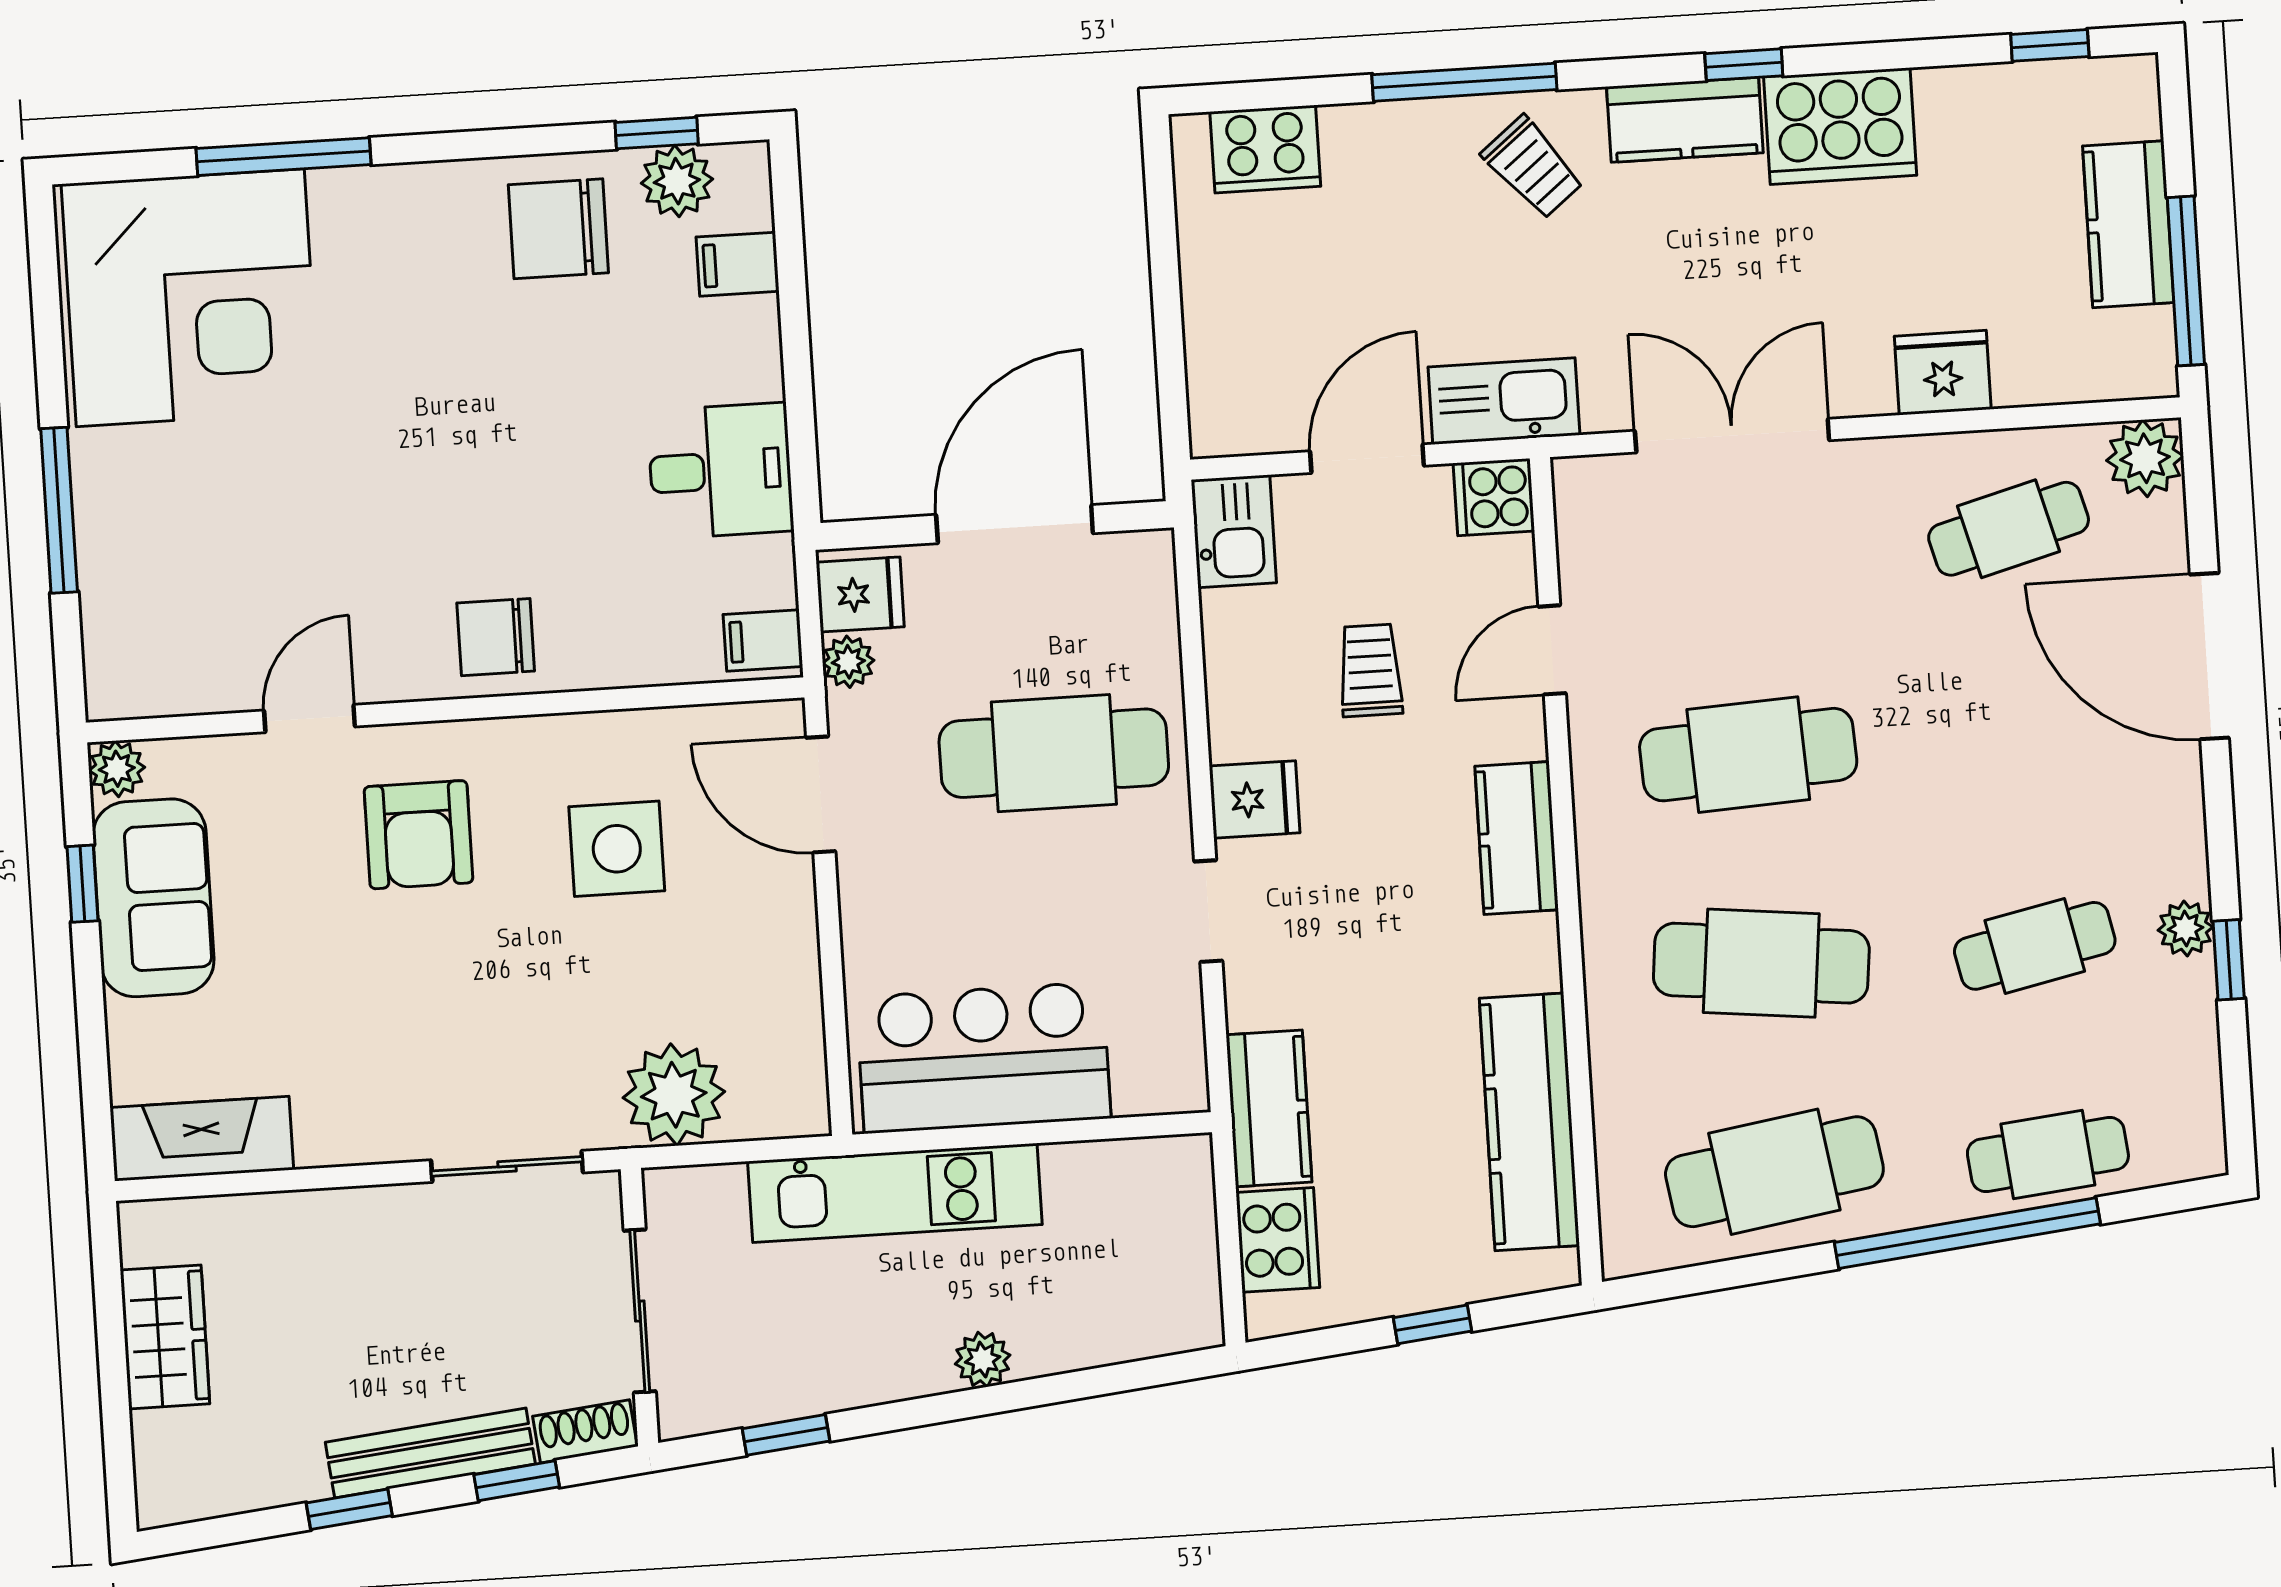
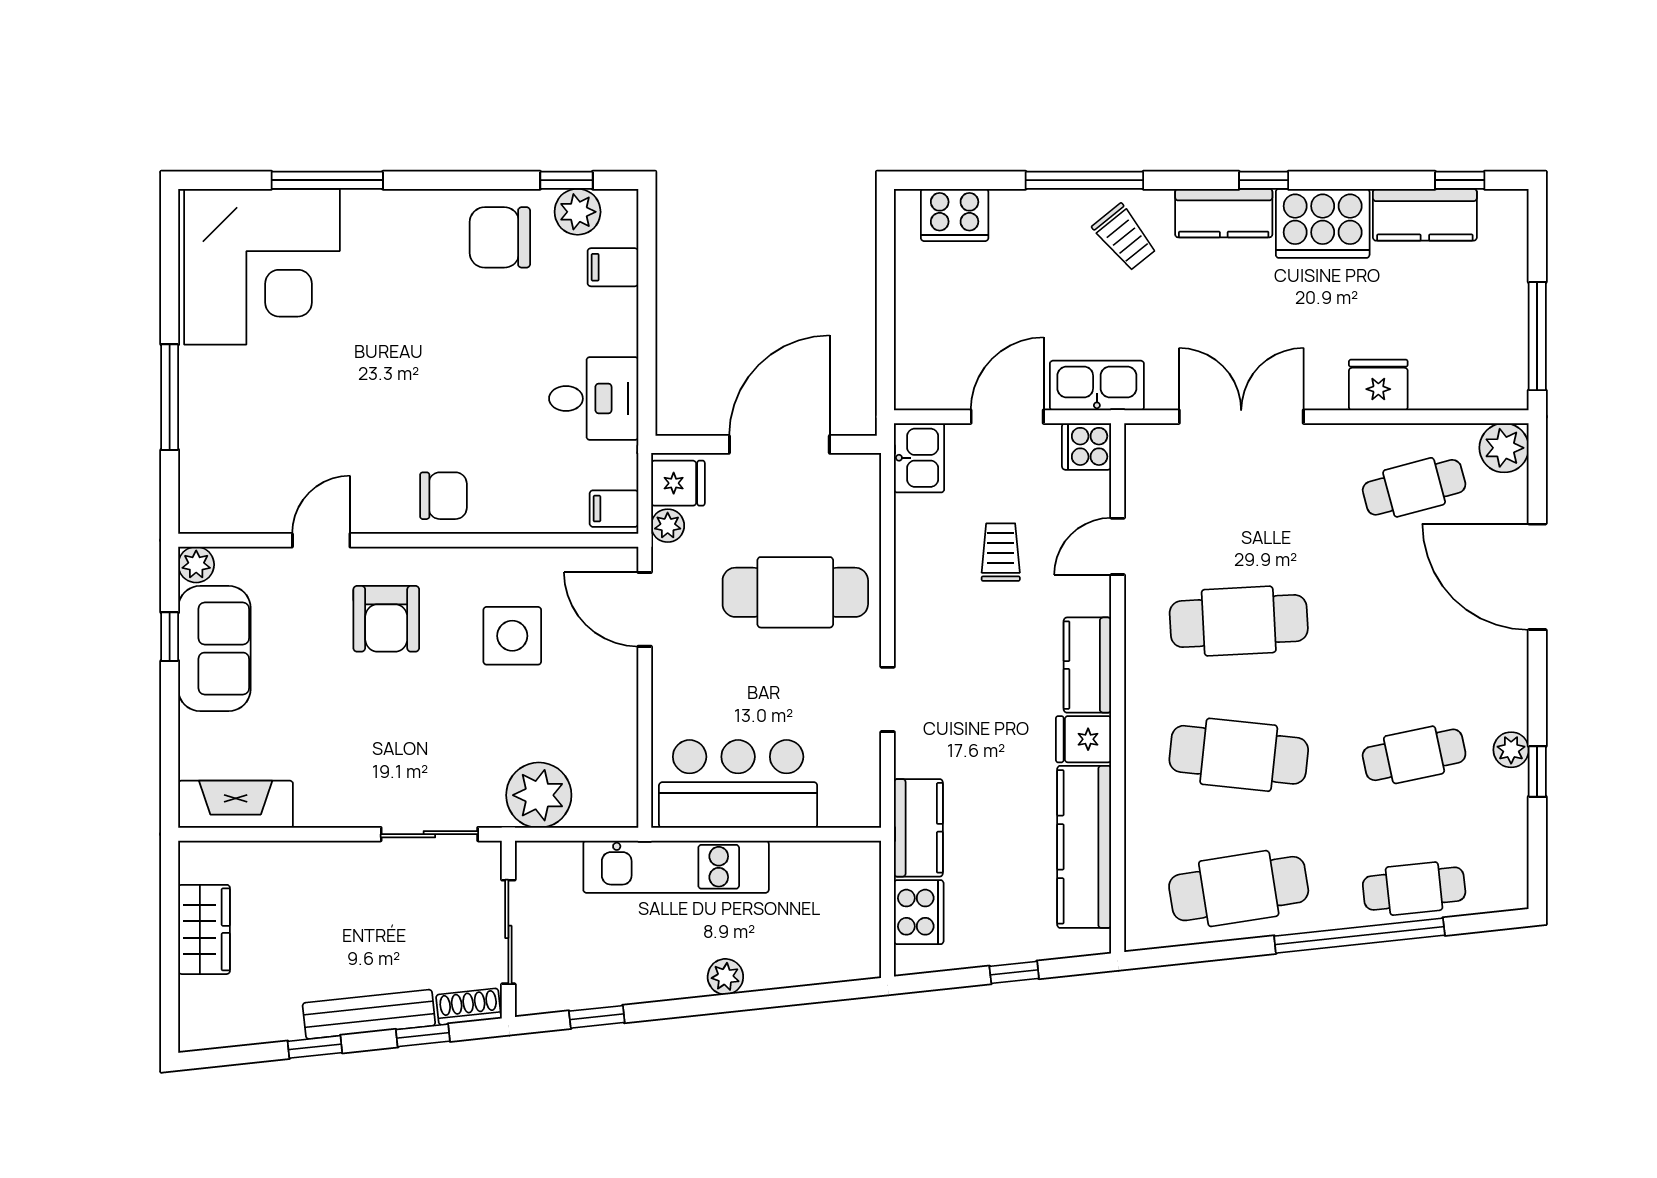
kitchen counter: (2128, 224) -> (1425, 215), moved, turned -90
chair: (496, 637) -> (443, 496), turned 180
fridge: (1255, 799) -> (1084, 739), moved, turned 180

